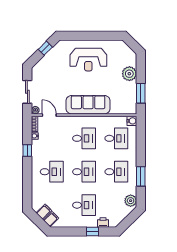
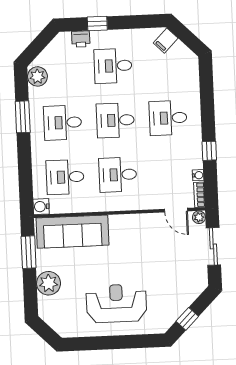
sofa: (88, 105) -> (73, 232), moved
filing cabinet: (44, 212) -> (178, 52), removed

